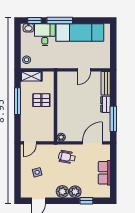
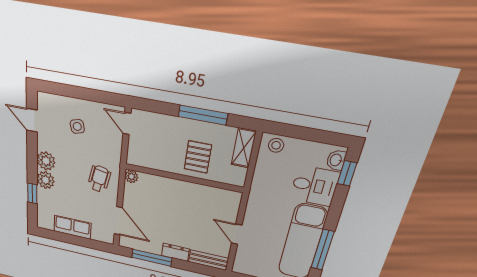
window: (60, 20) -> (323, 250), moved

